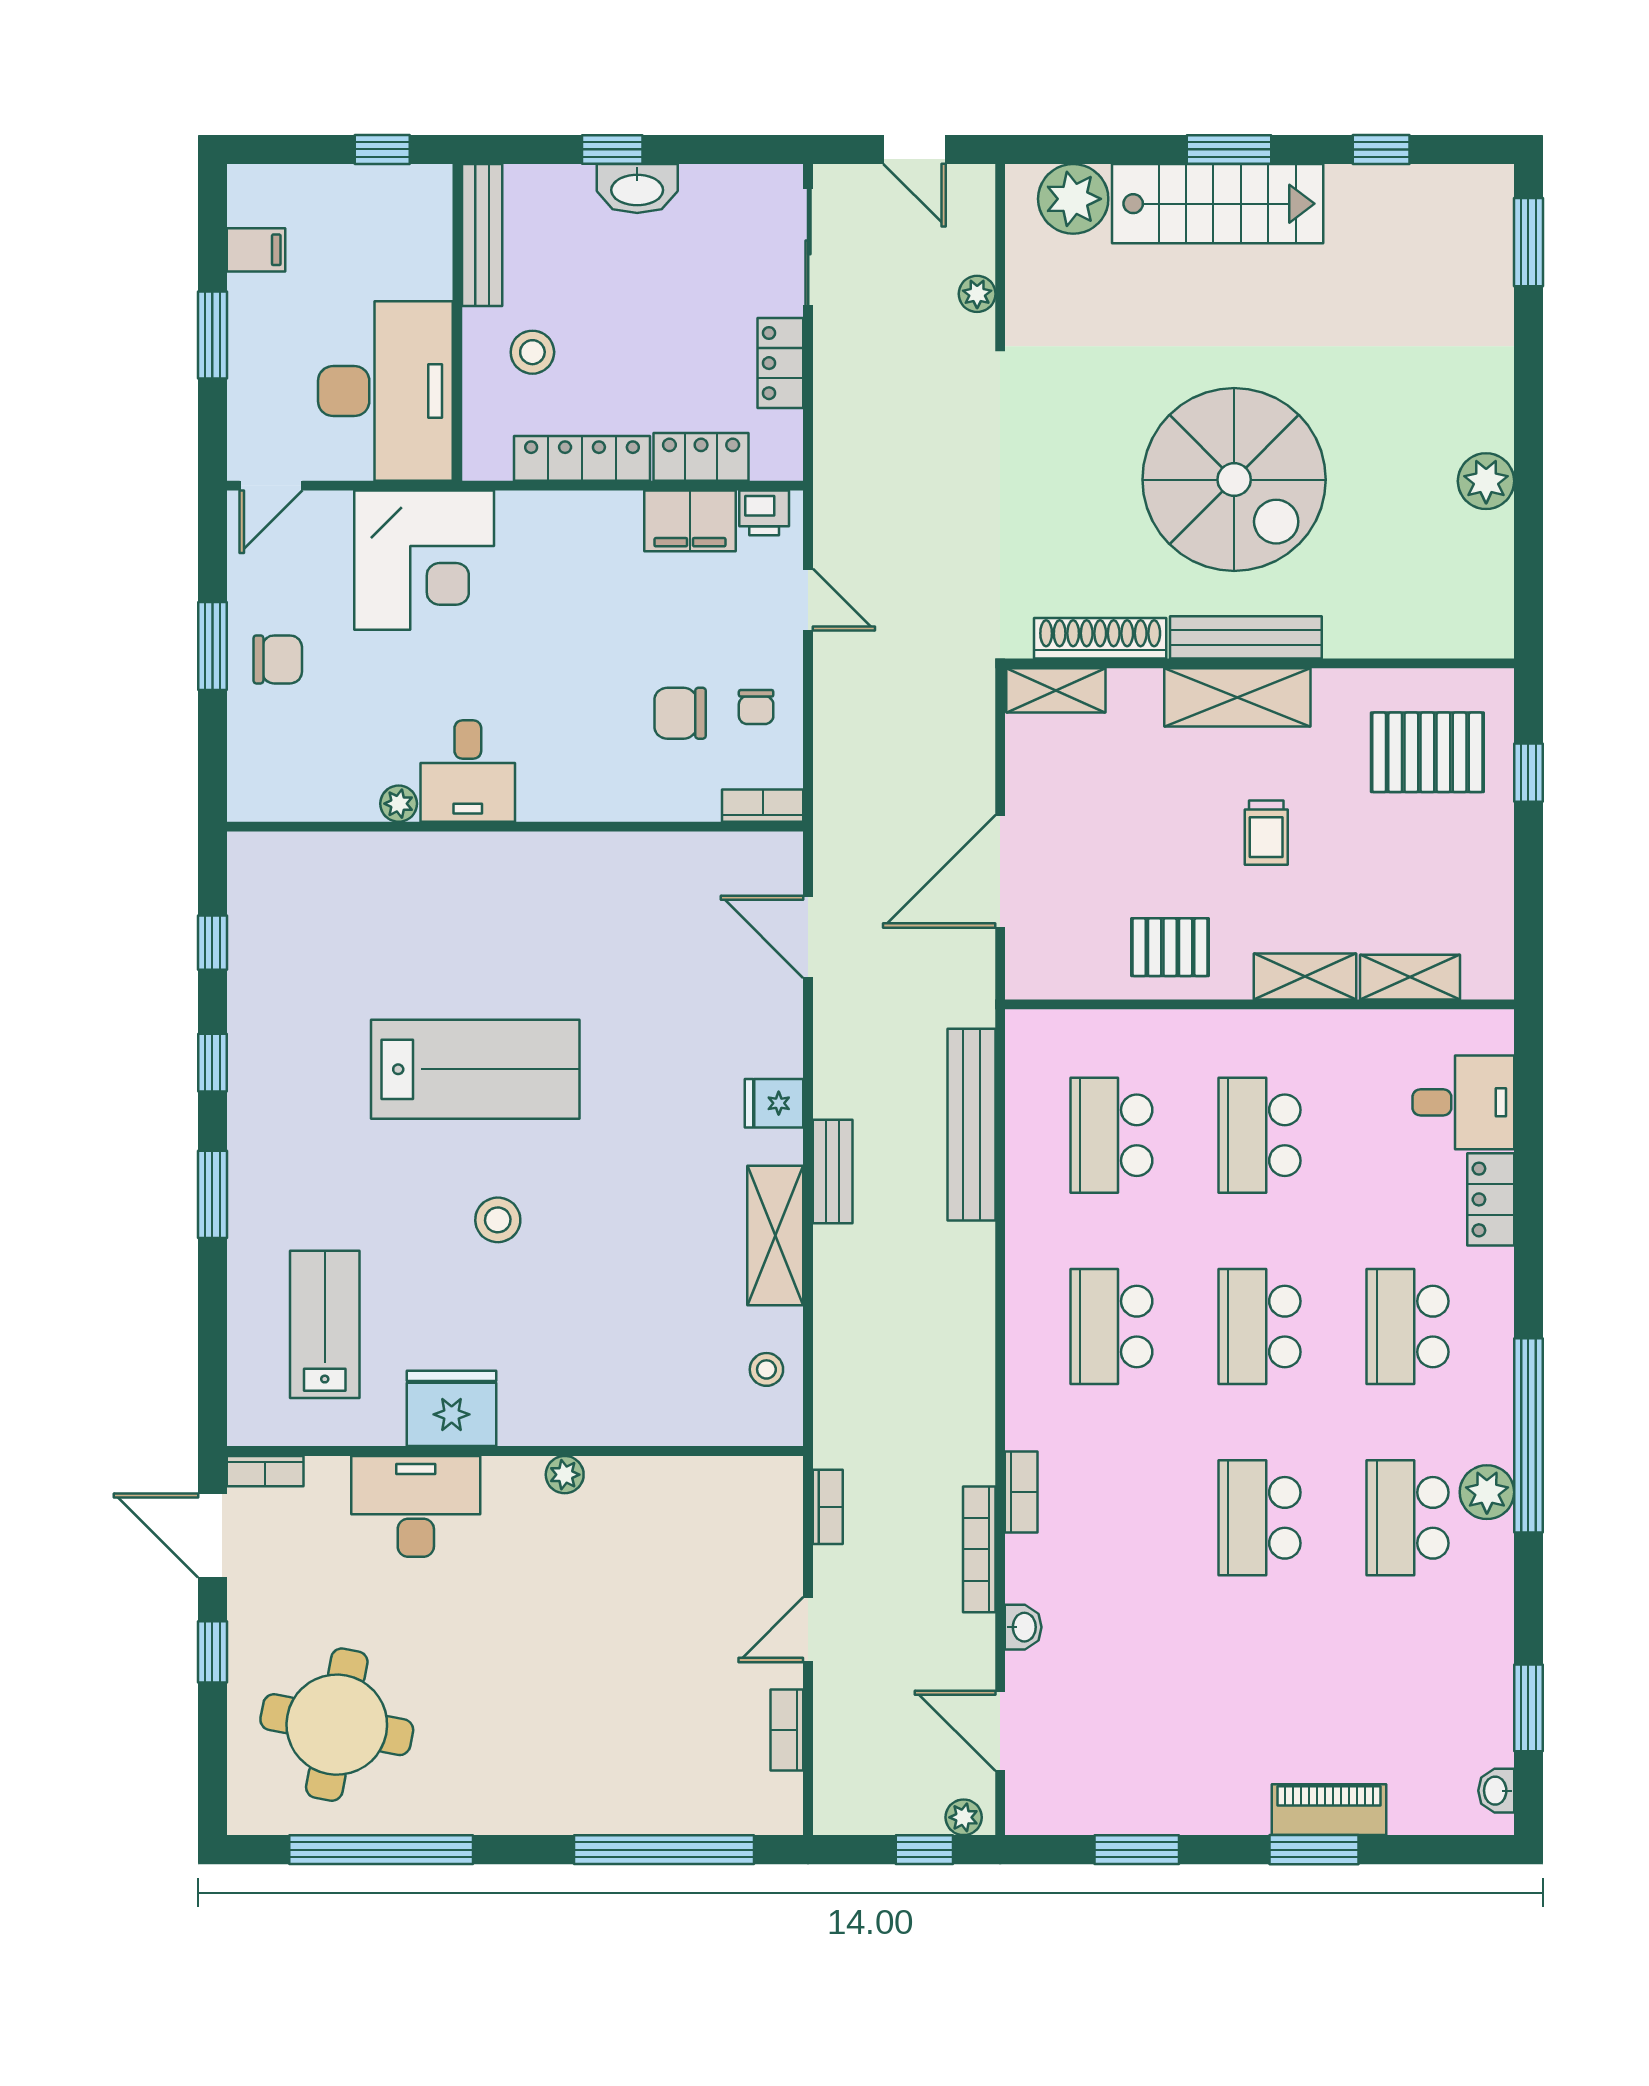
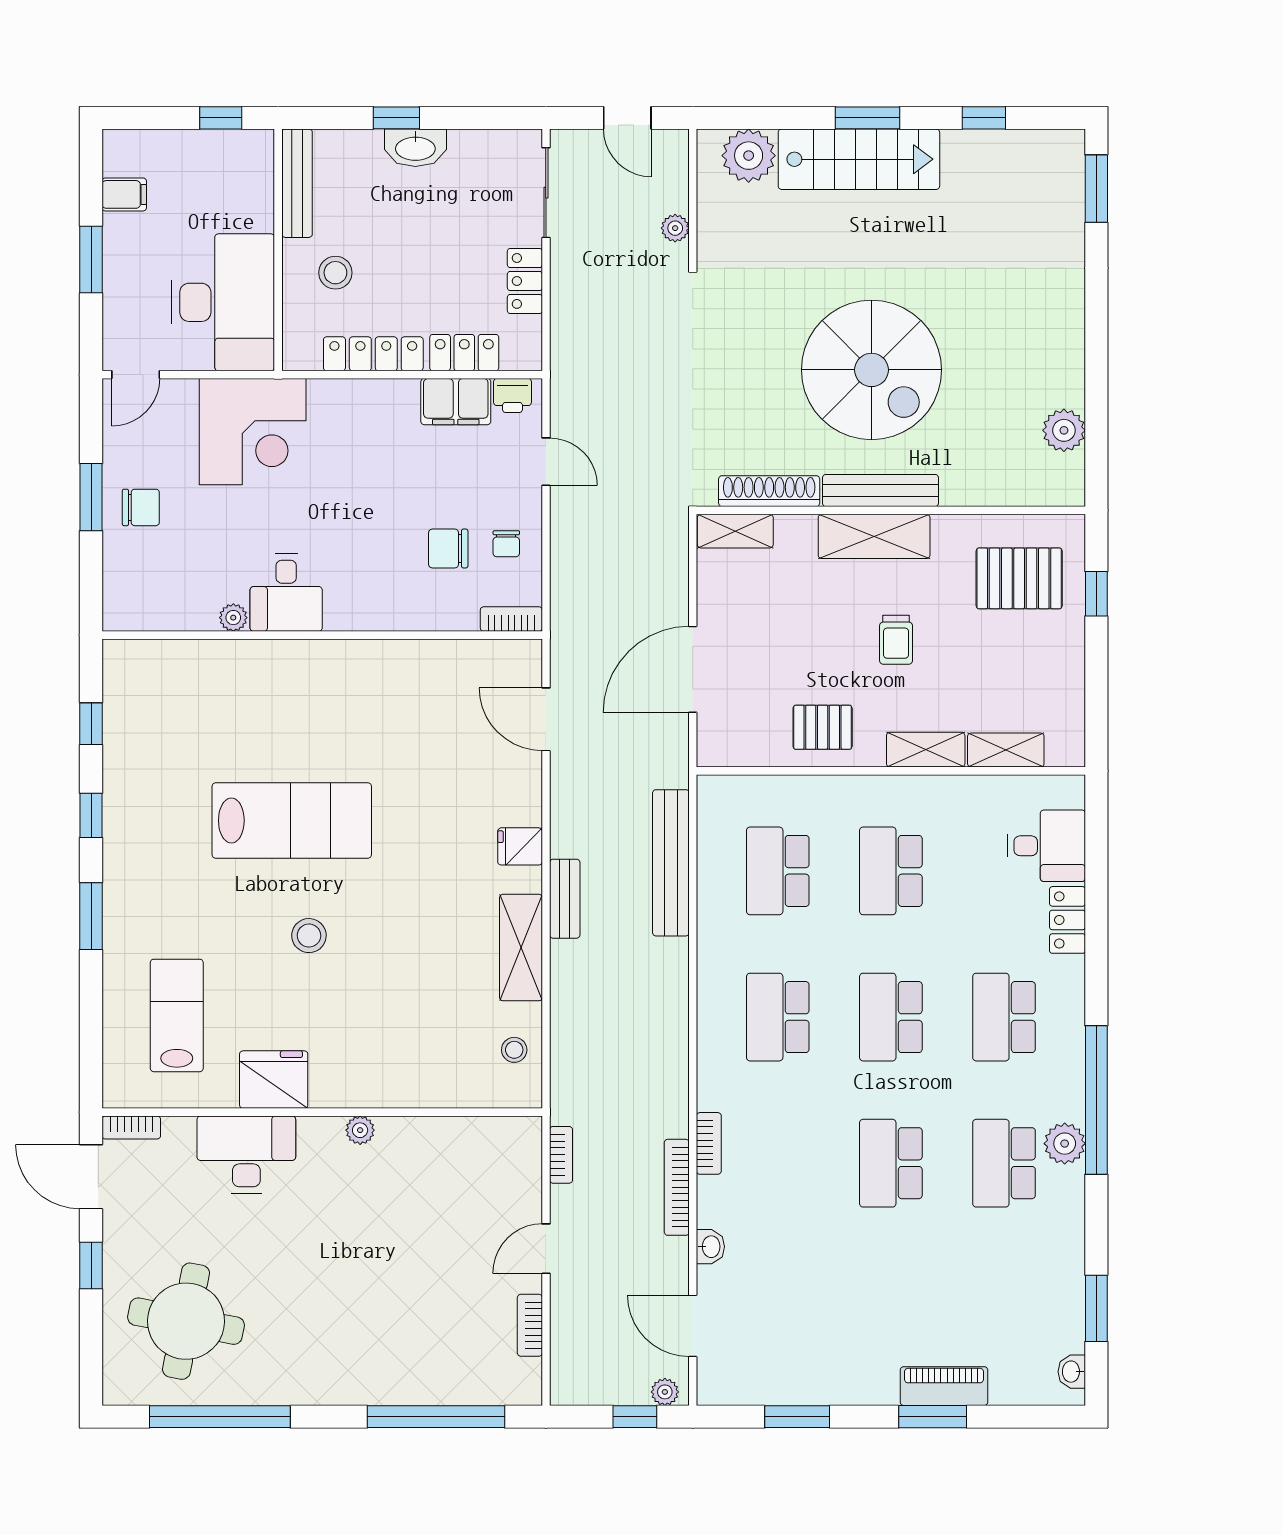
plant: (1486, 481) -> (1064, 430), moved

